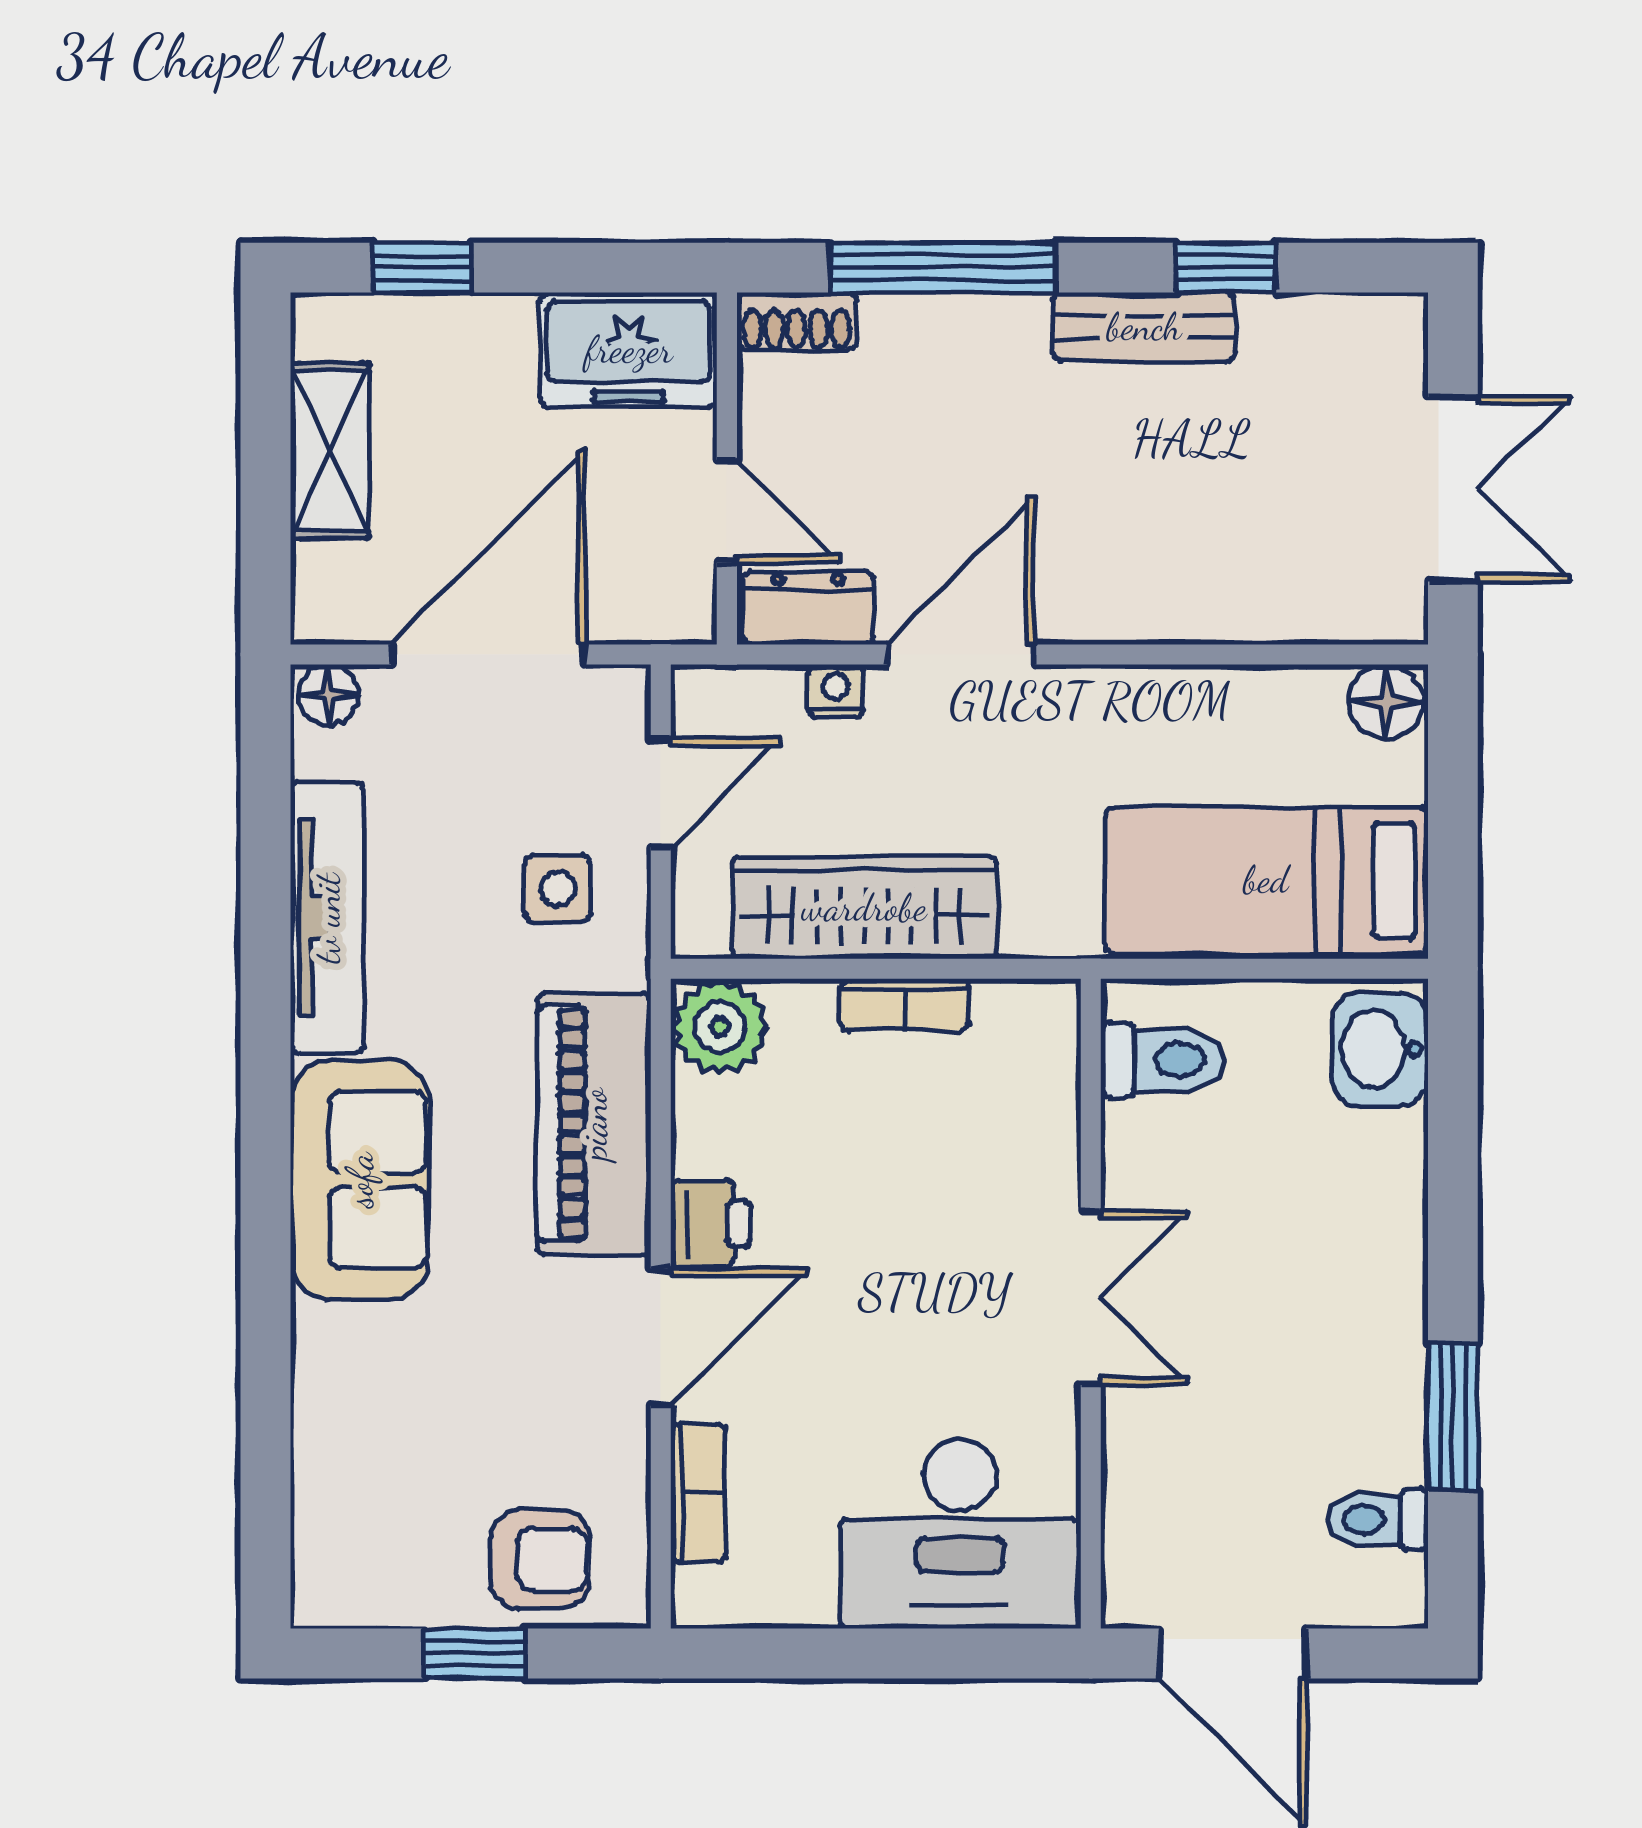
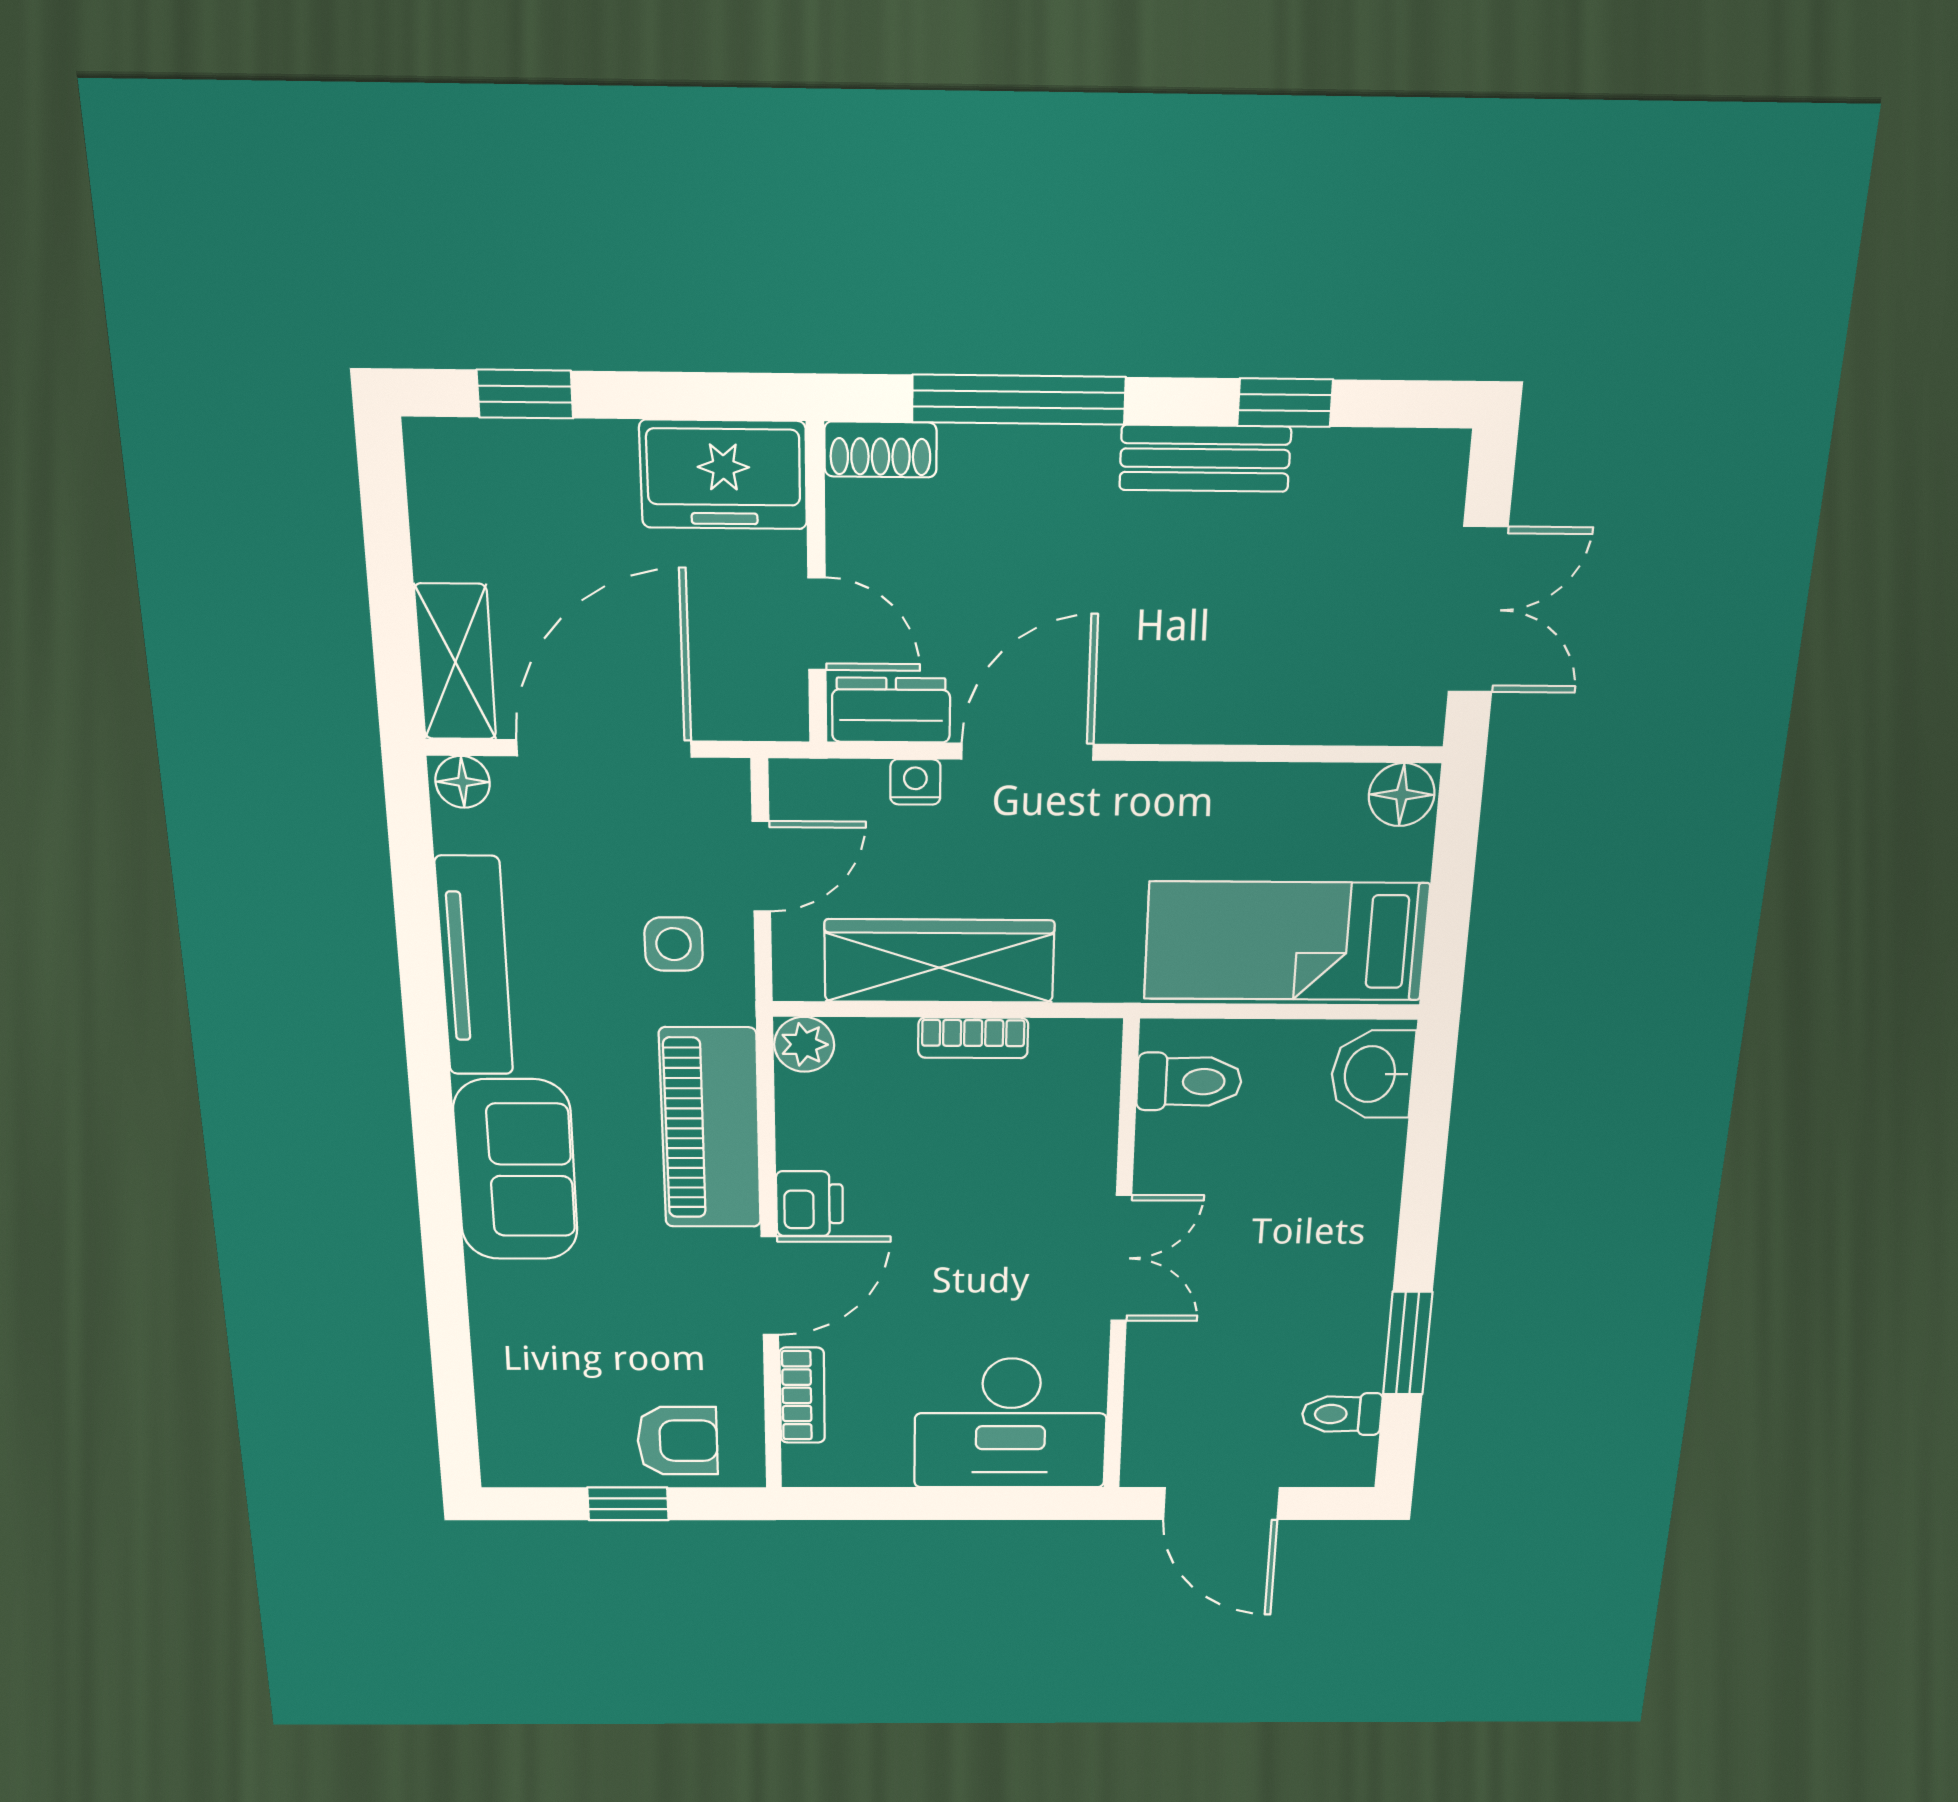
shelving: (330, 451) -> (455, 662), moved
plant: (720, 1027) -> (804, 1044), width x0.73, depth x0.73

